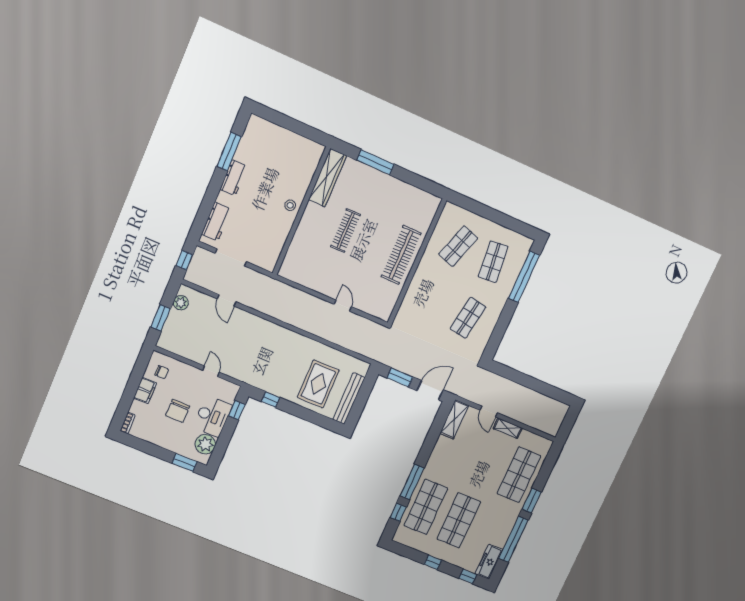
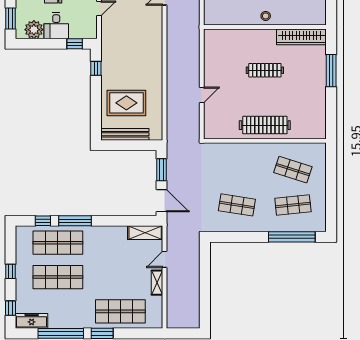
desk: (213, 416) -> (56, 26), width x0.73

